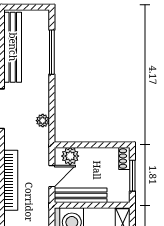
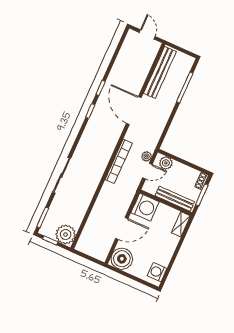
plant: (43, 121) -> (147, 156), moved
bench: (81, 195) -> (175, 199), moved

